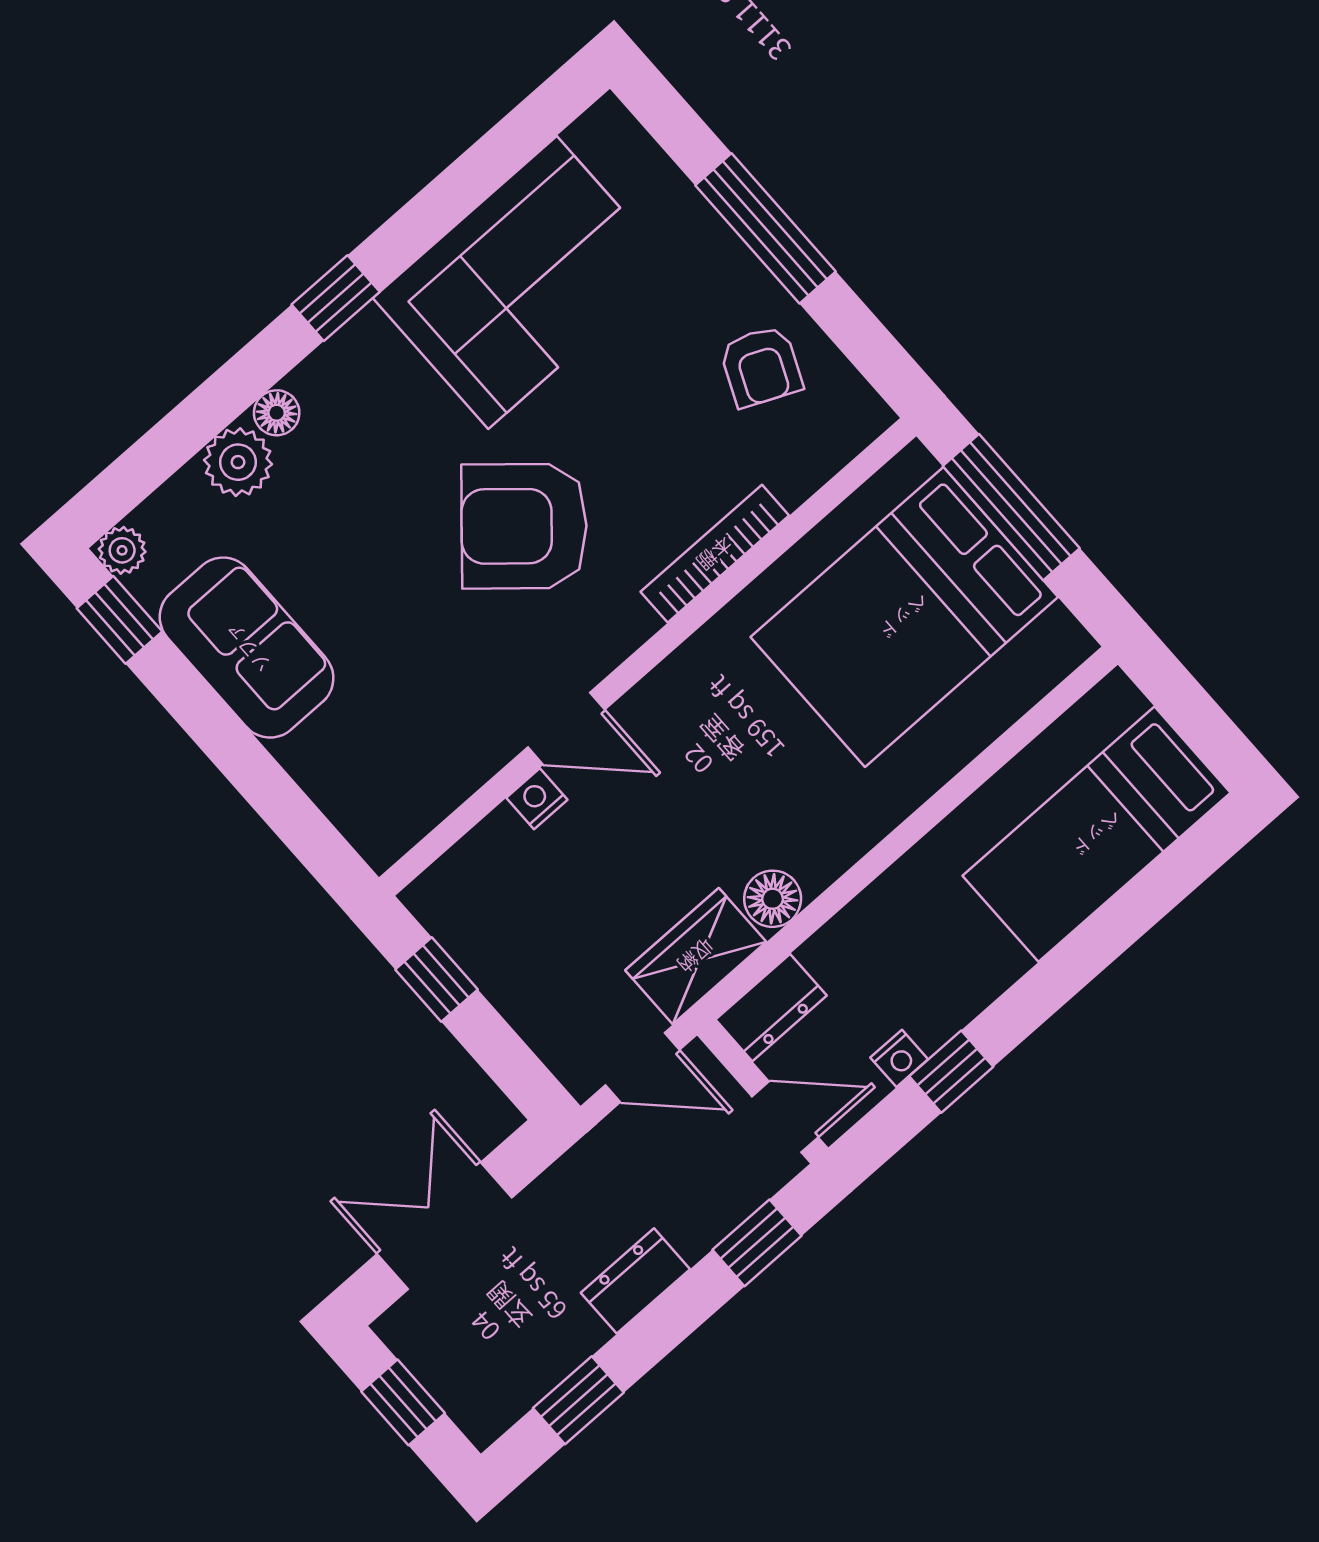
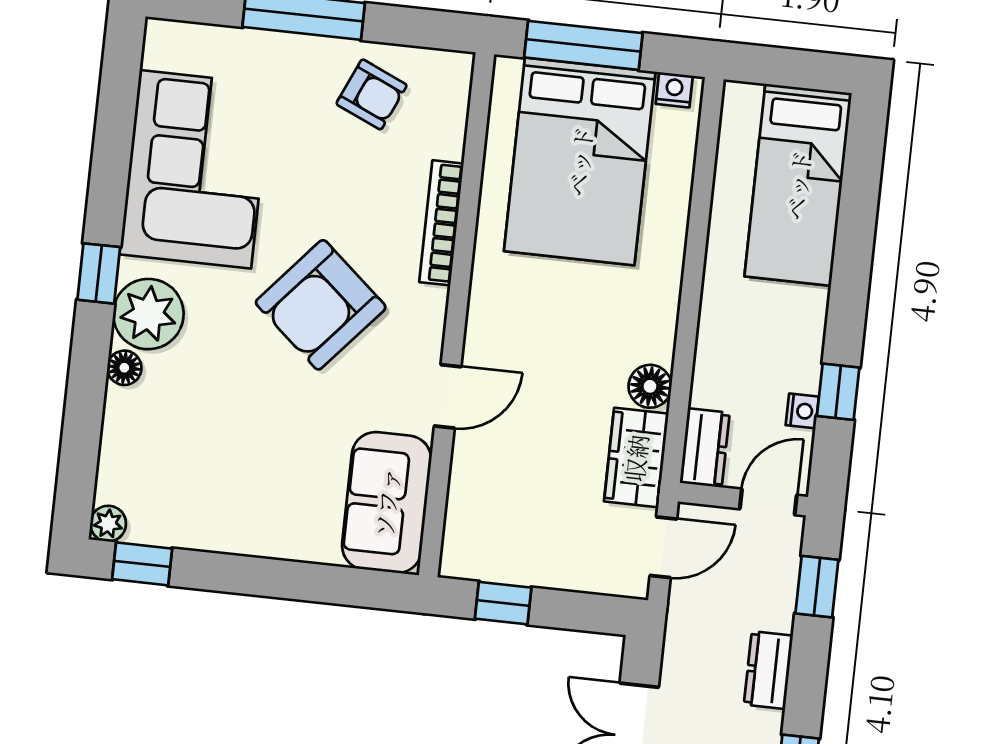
plant: (238, 462) -> (148, 314), moved, width x1.36, depth x1.36
sofa: (247, 648) -> (387, 502), moved, turned -90
nightstand: (537, 799) -> (674, 90), moved, turned 90

